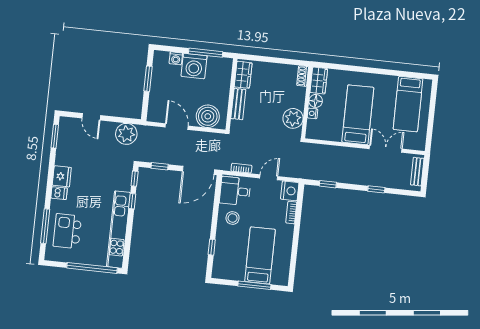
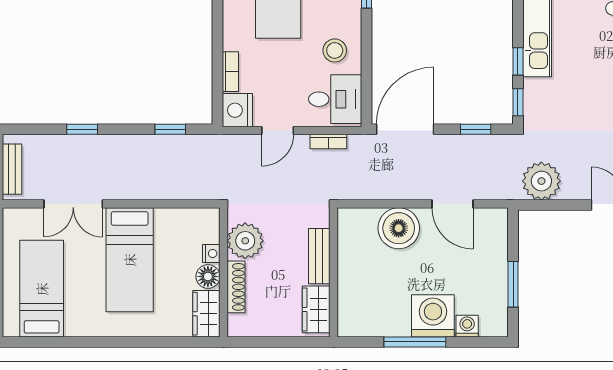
wardrobe: (243, 75) -> (316, 309), moved
shoe rack: (303, 76) -> (236, 287), moved, width x1.43
wall: (231, 94) -> (333, 272), moved
bench: (238, 104) -> (319, 256), moved

